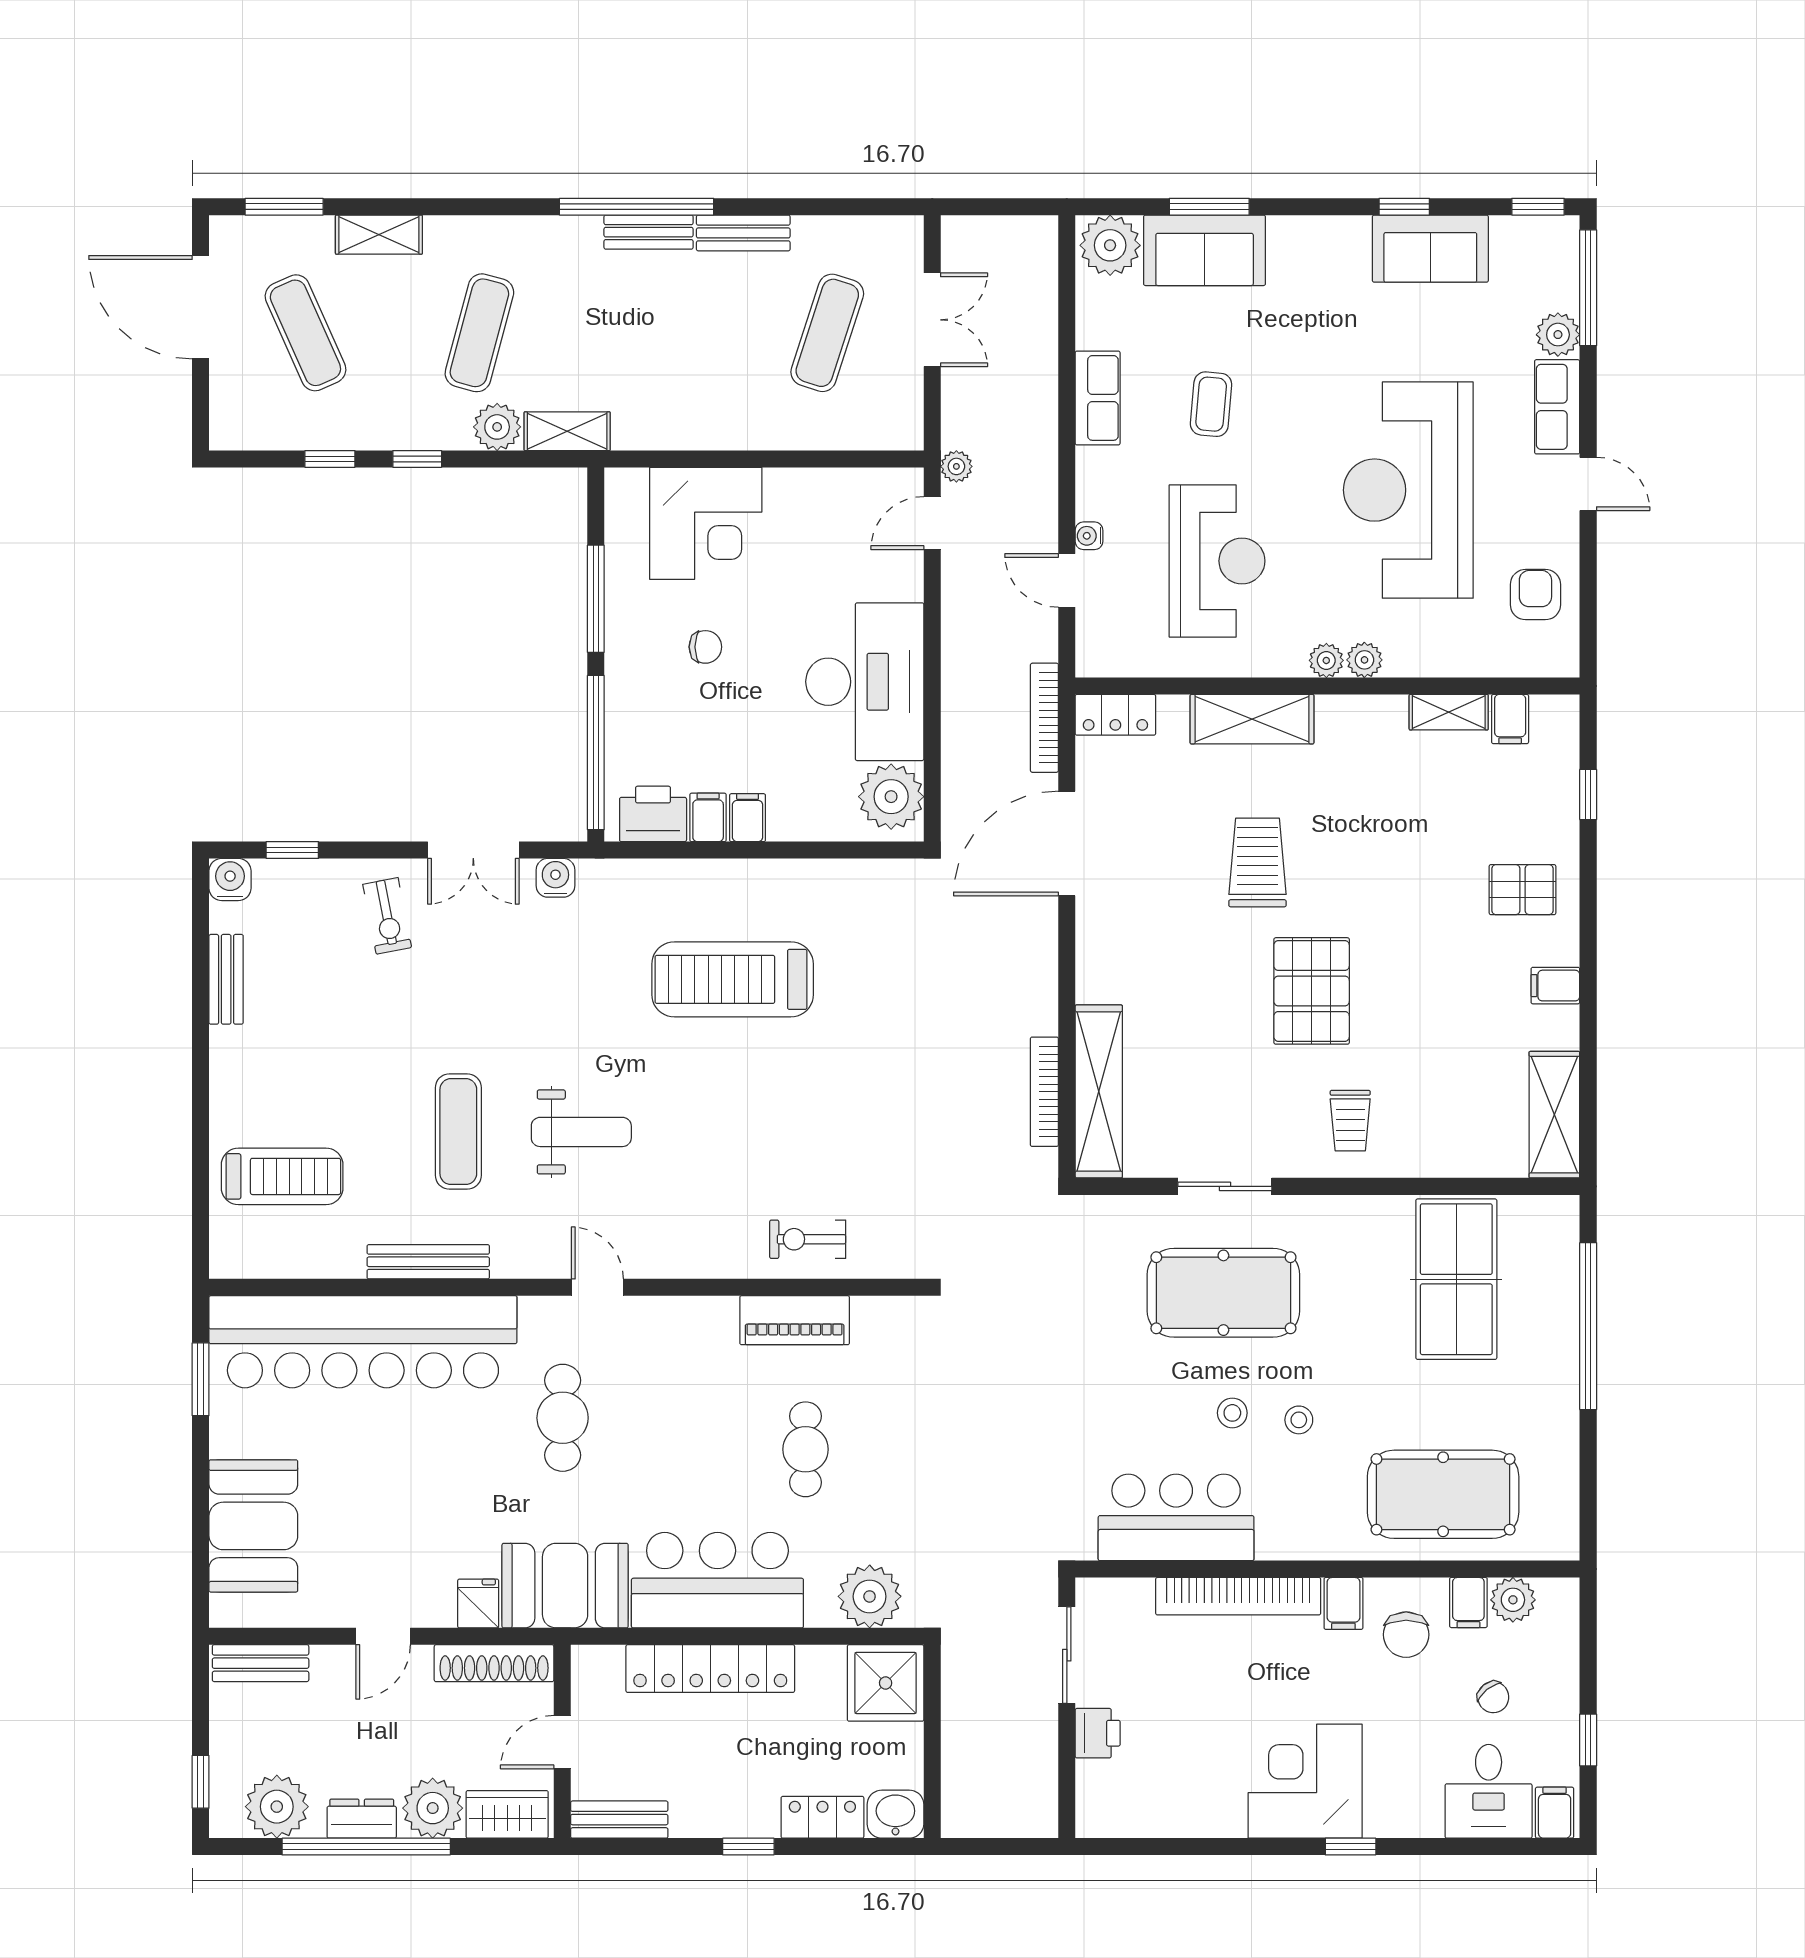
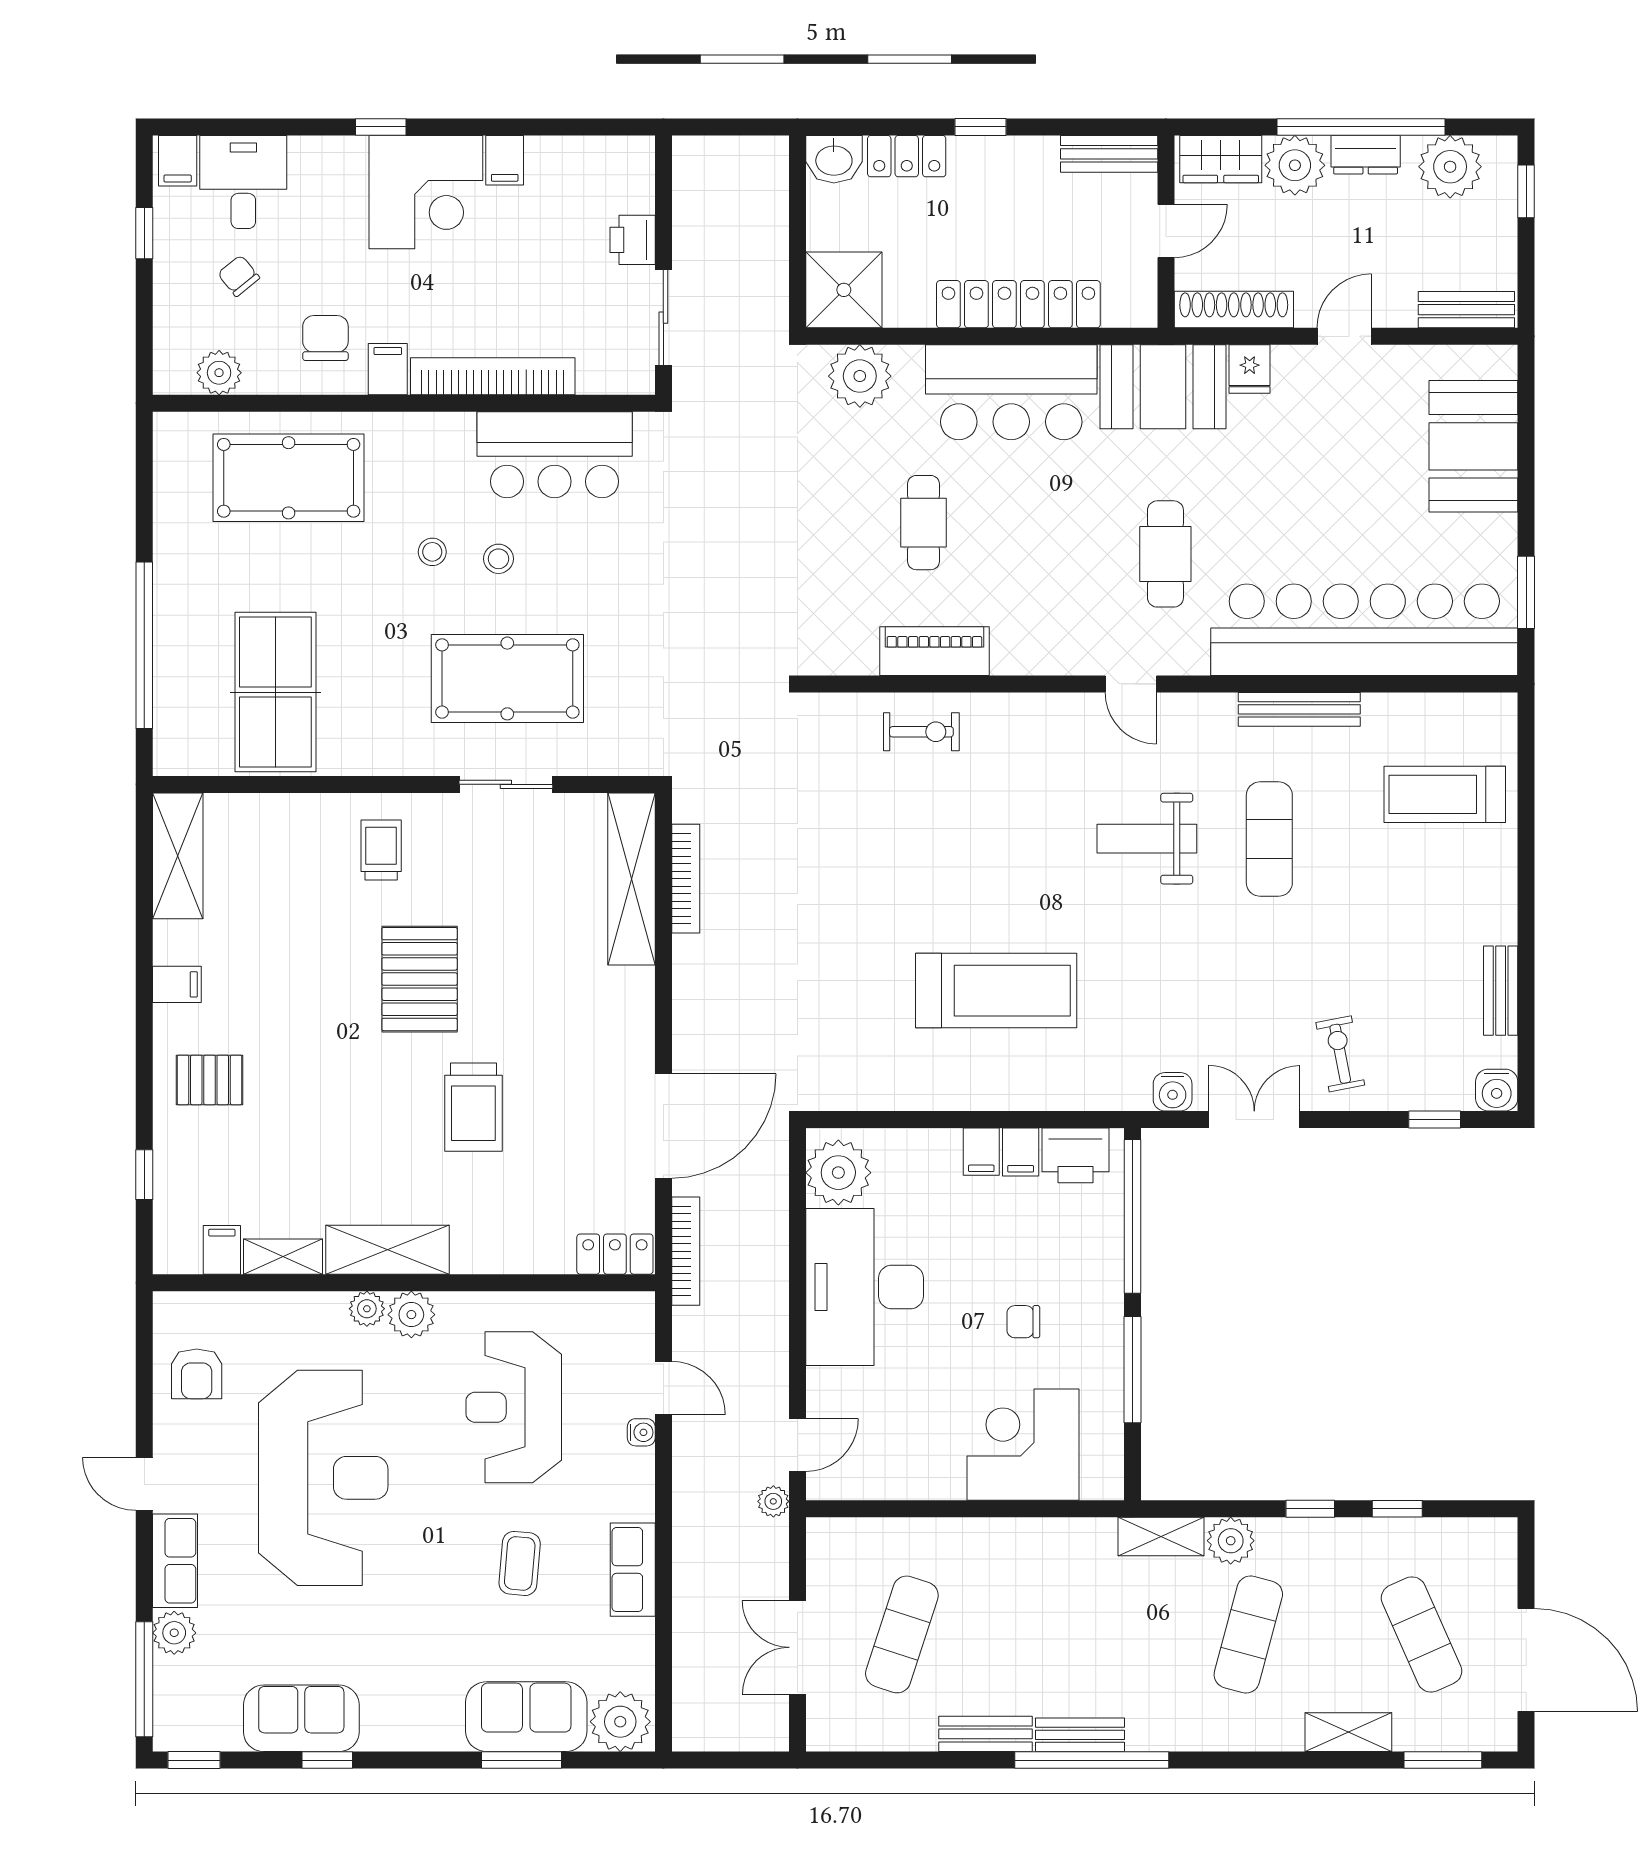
plant: (1326, 660) -> (411, 1315), width x1.38, depth x1.38
shelving: (1252, 719) -> (388, 1250), moved
filing cabinet: (1468, 1603) -> (505, 160), moved, turned 180

